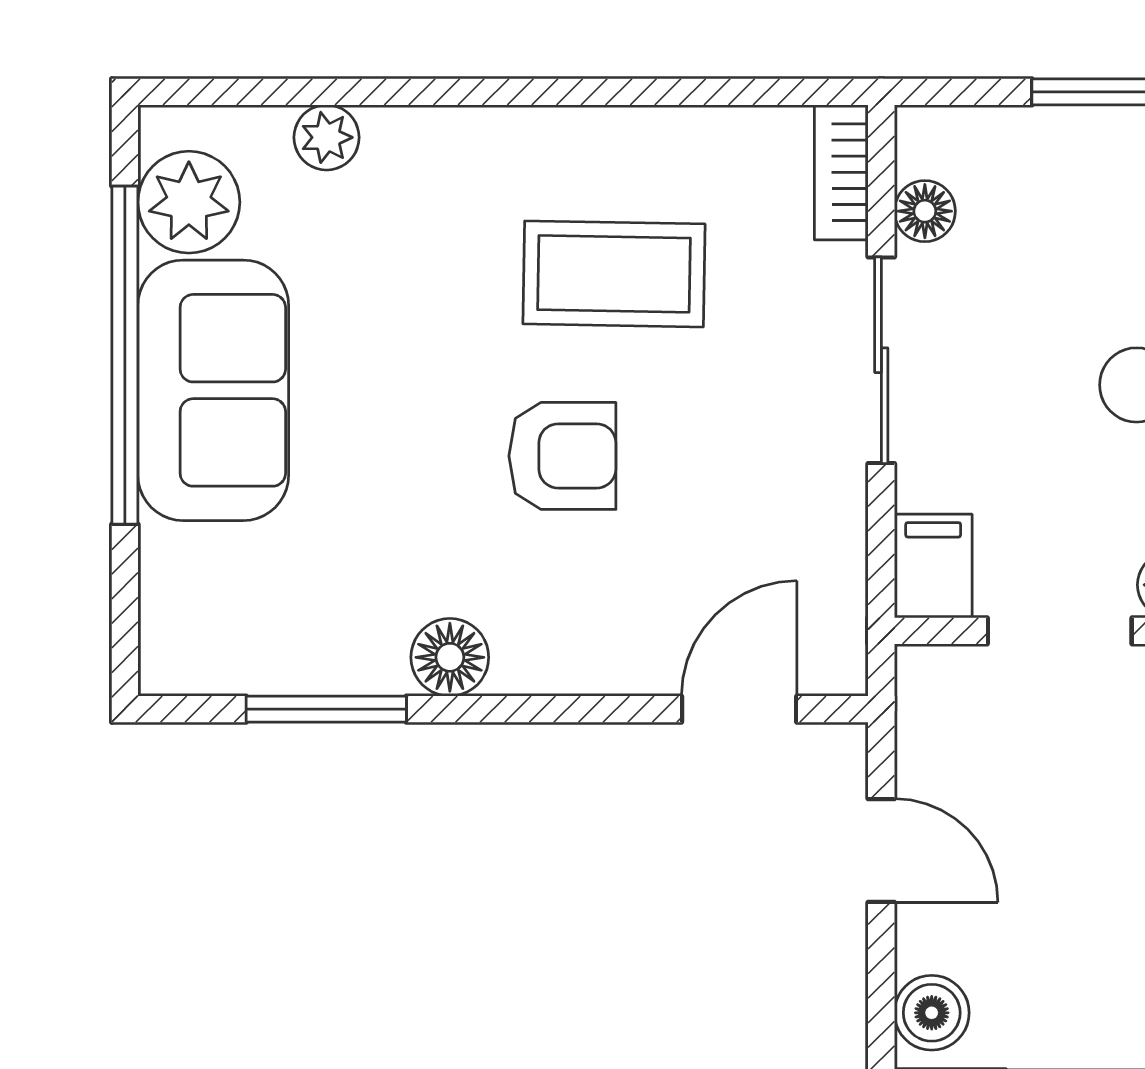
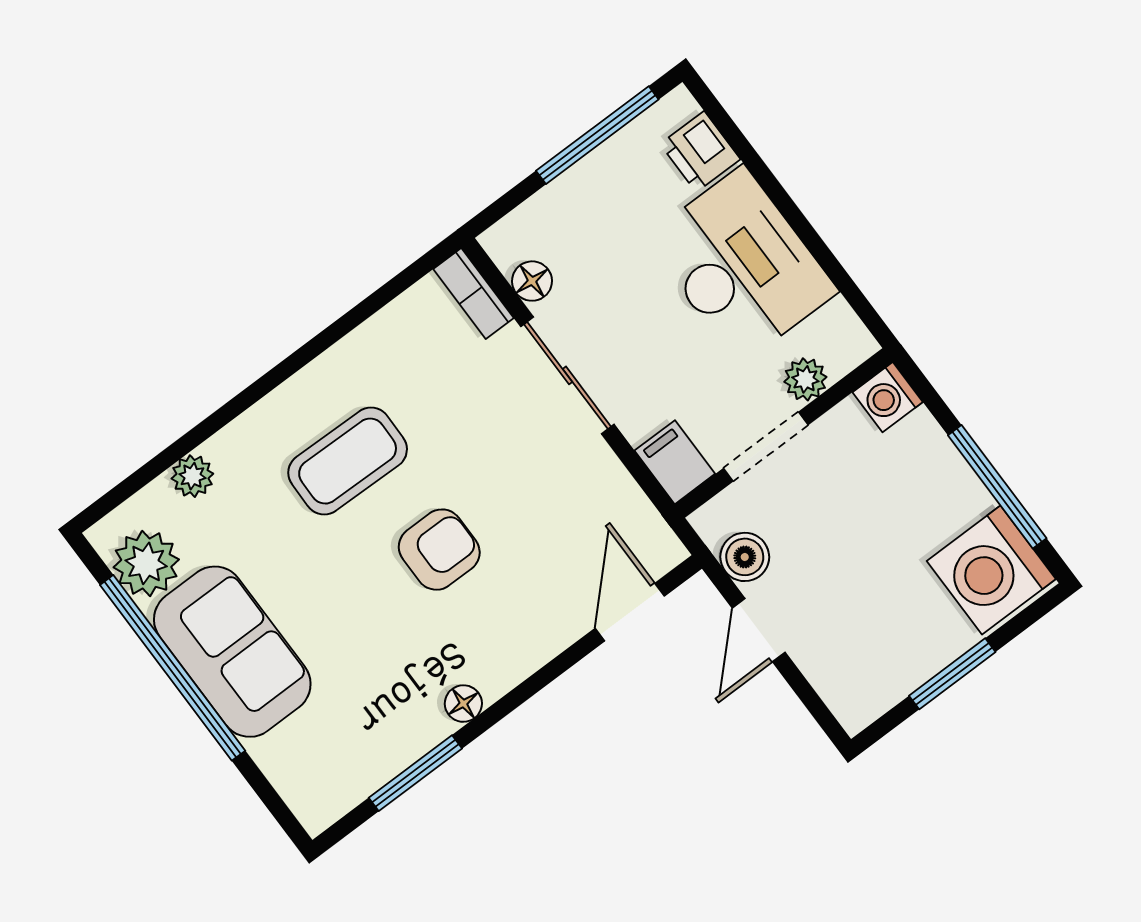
coffee table: (614, 274) -> (348, 461), moved
floor lamp: (450, 657) -> (463, 704), width x0.73, depth x0.73
door: (881, 851) -> (759, 630), swing flipped
boiler: (932, 1013) -> (745, 557), moved

